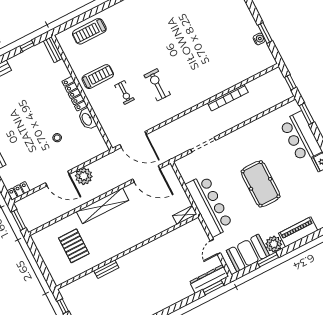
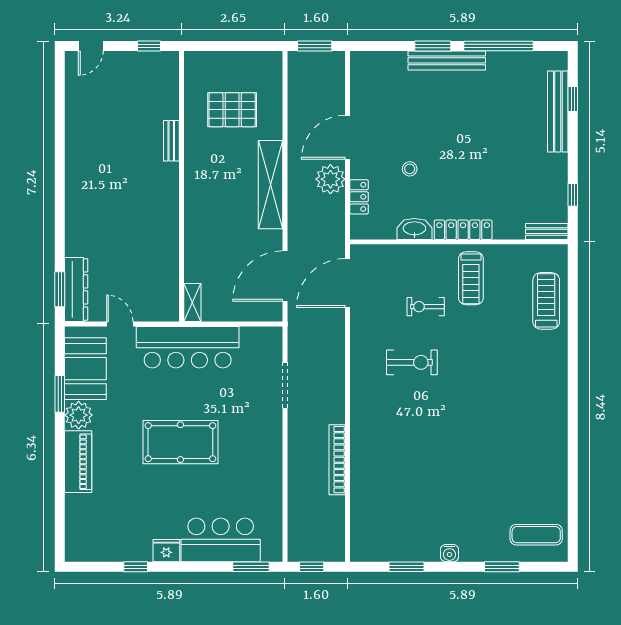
water cooler: (259, 39) -> (449, 553), moved
locker: (19, 191) -> (359, 197), moved

